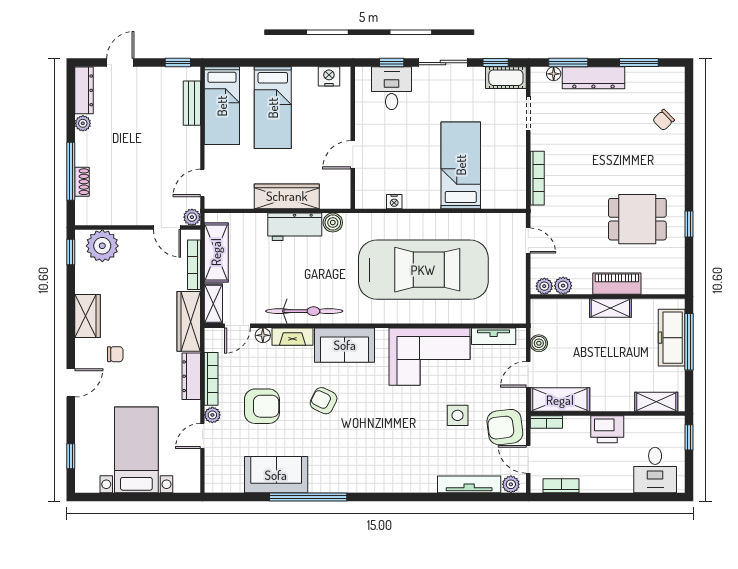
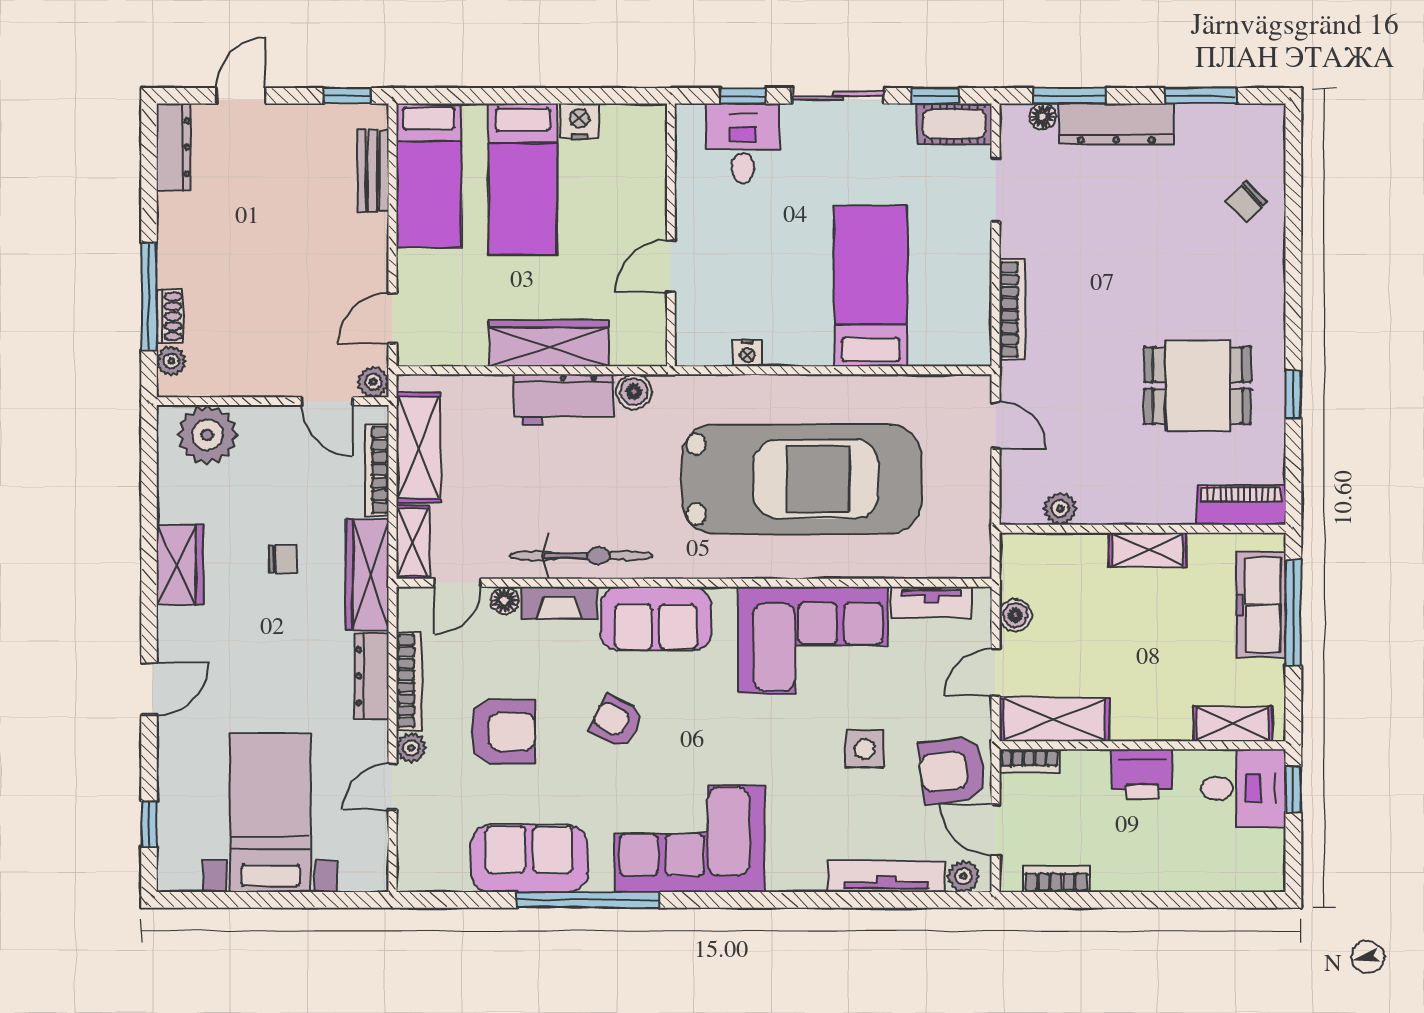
nightstand: (329, 76) -> (580, 121), moved
plant: (83, 123) -> (171, 361), moved
window: (71, 252) -> (149, 446), removed
piano: (617, 284) -> (1241, 505), moved
plant: (544, 286) -> (1025, 509), removed
chair: (115, 354) -> (283, 559), moved
corner sofa: (363, 464) -> (690, 838), added
desk: (655, 470) -> (1243, 788), moved, turned -90

